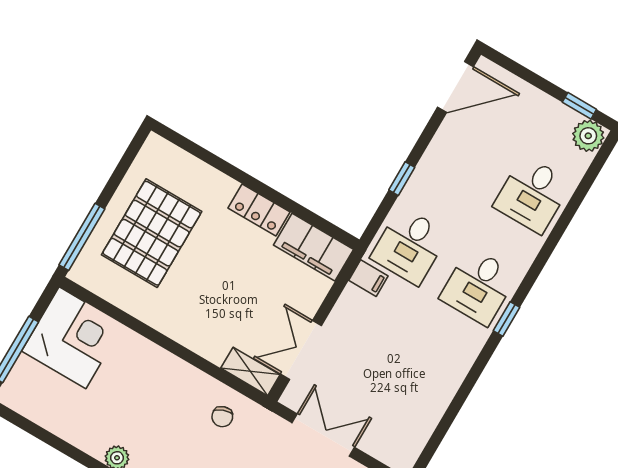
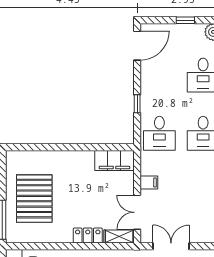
window: (579, 106) -> (185, 20), moved
locker: (259, 210) -> (88, 236), moved, turned 180
filing cabinet: (368, 278) -> (149, 182), moved

